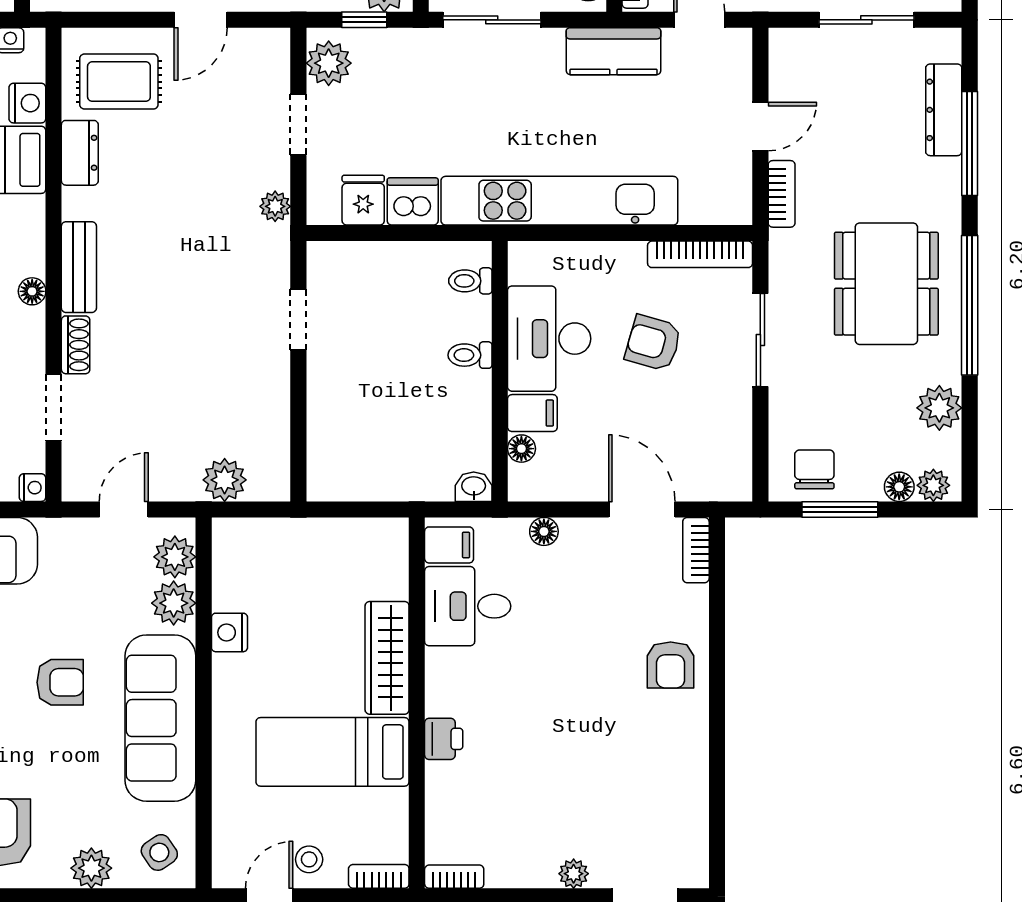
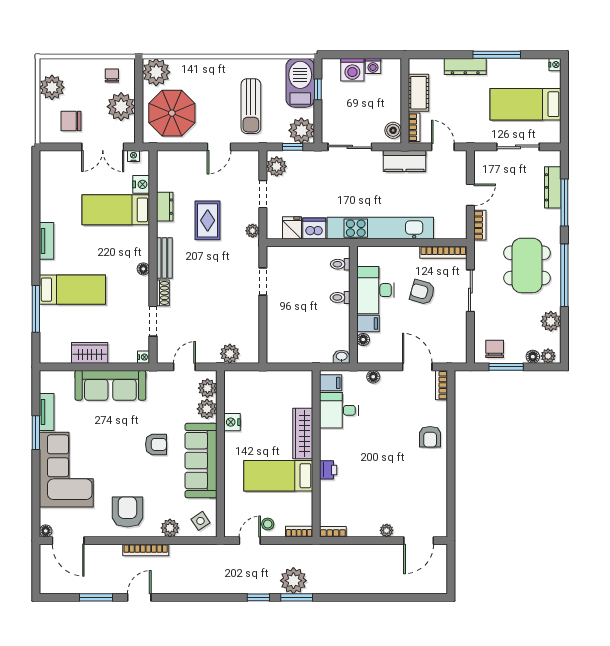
rug: (119, 82) -> (208, 220), moved, turned 90

